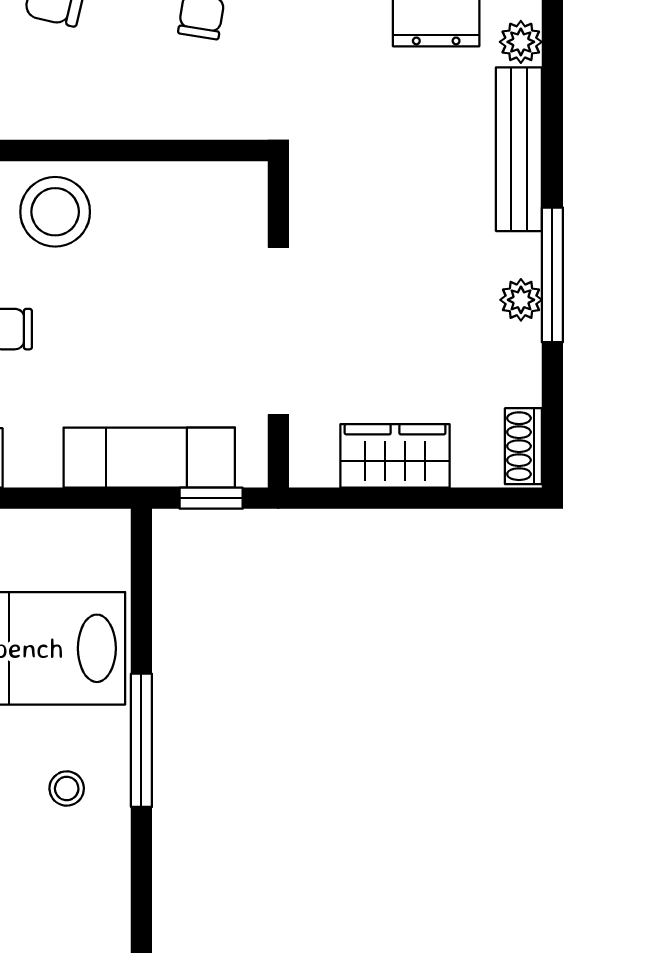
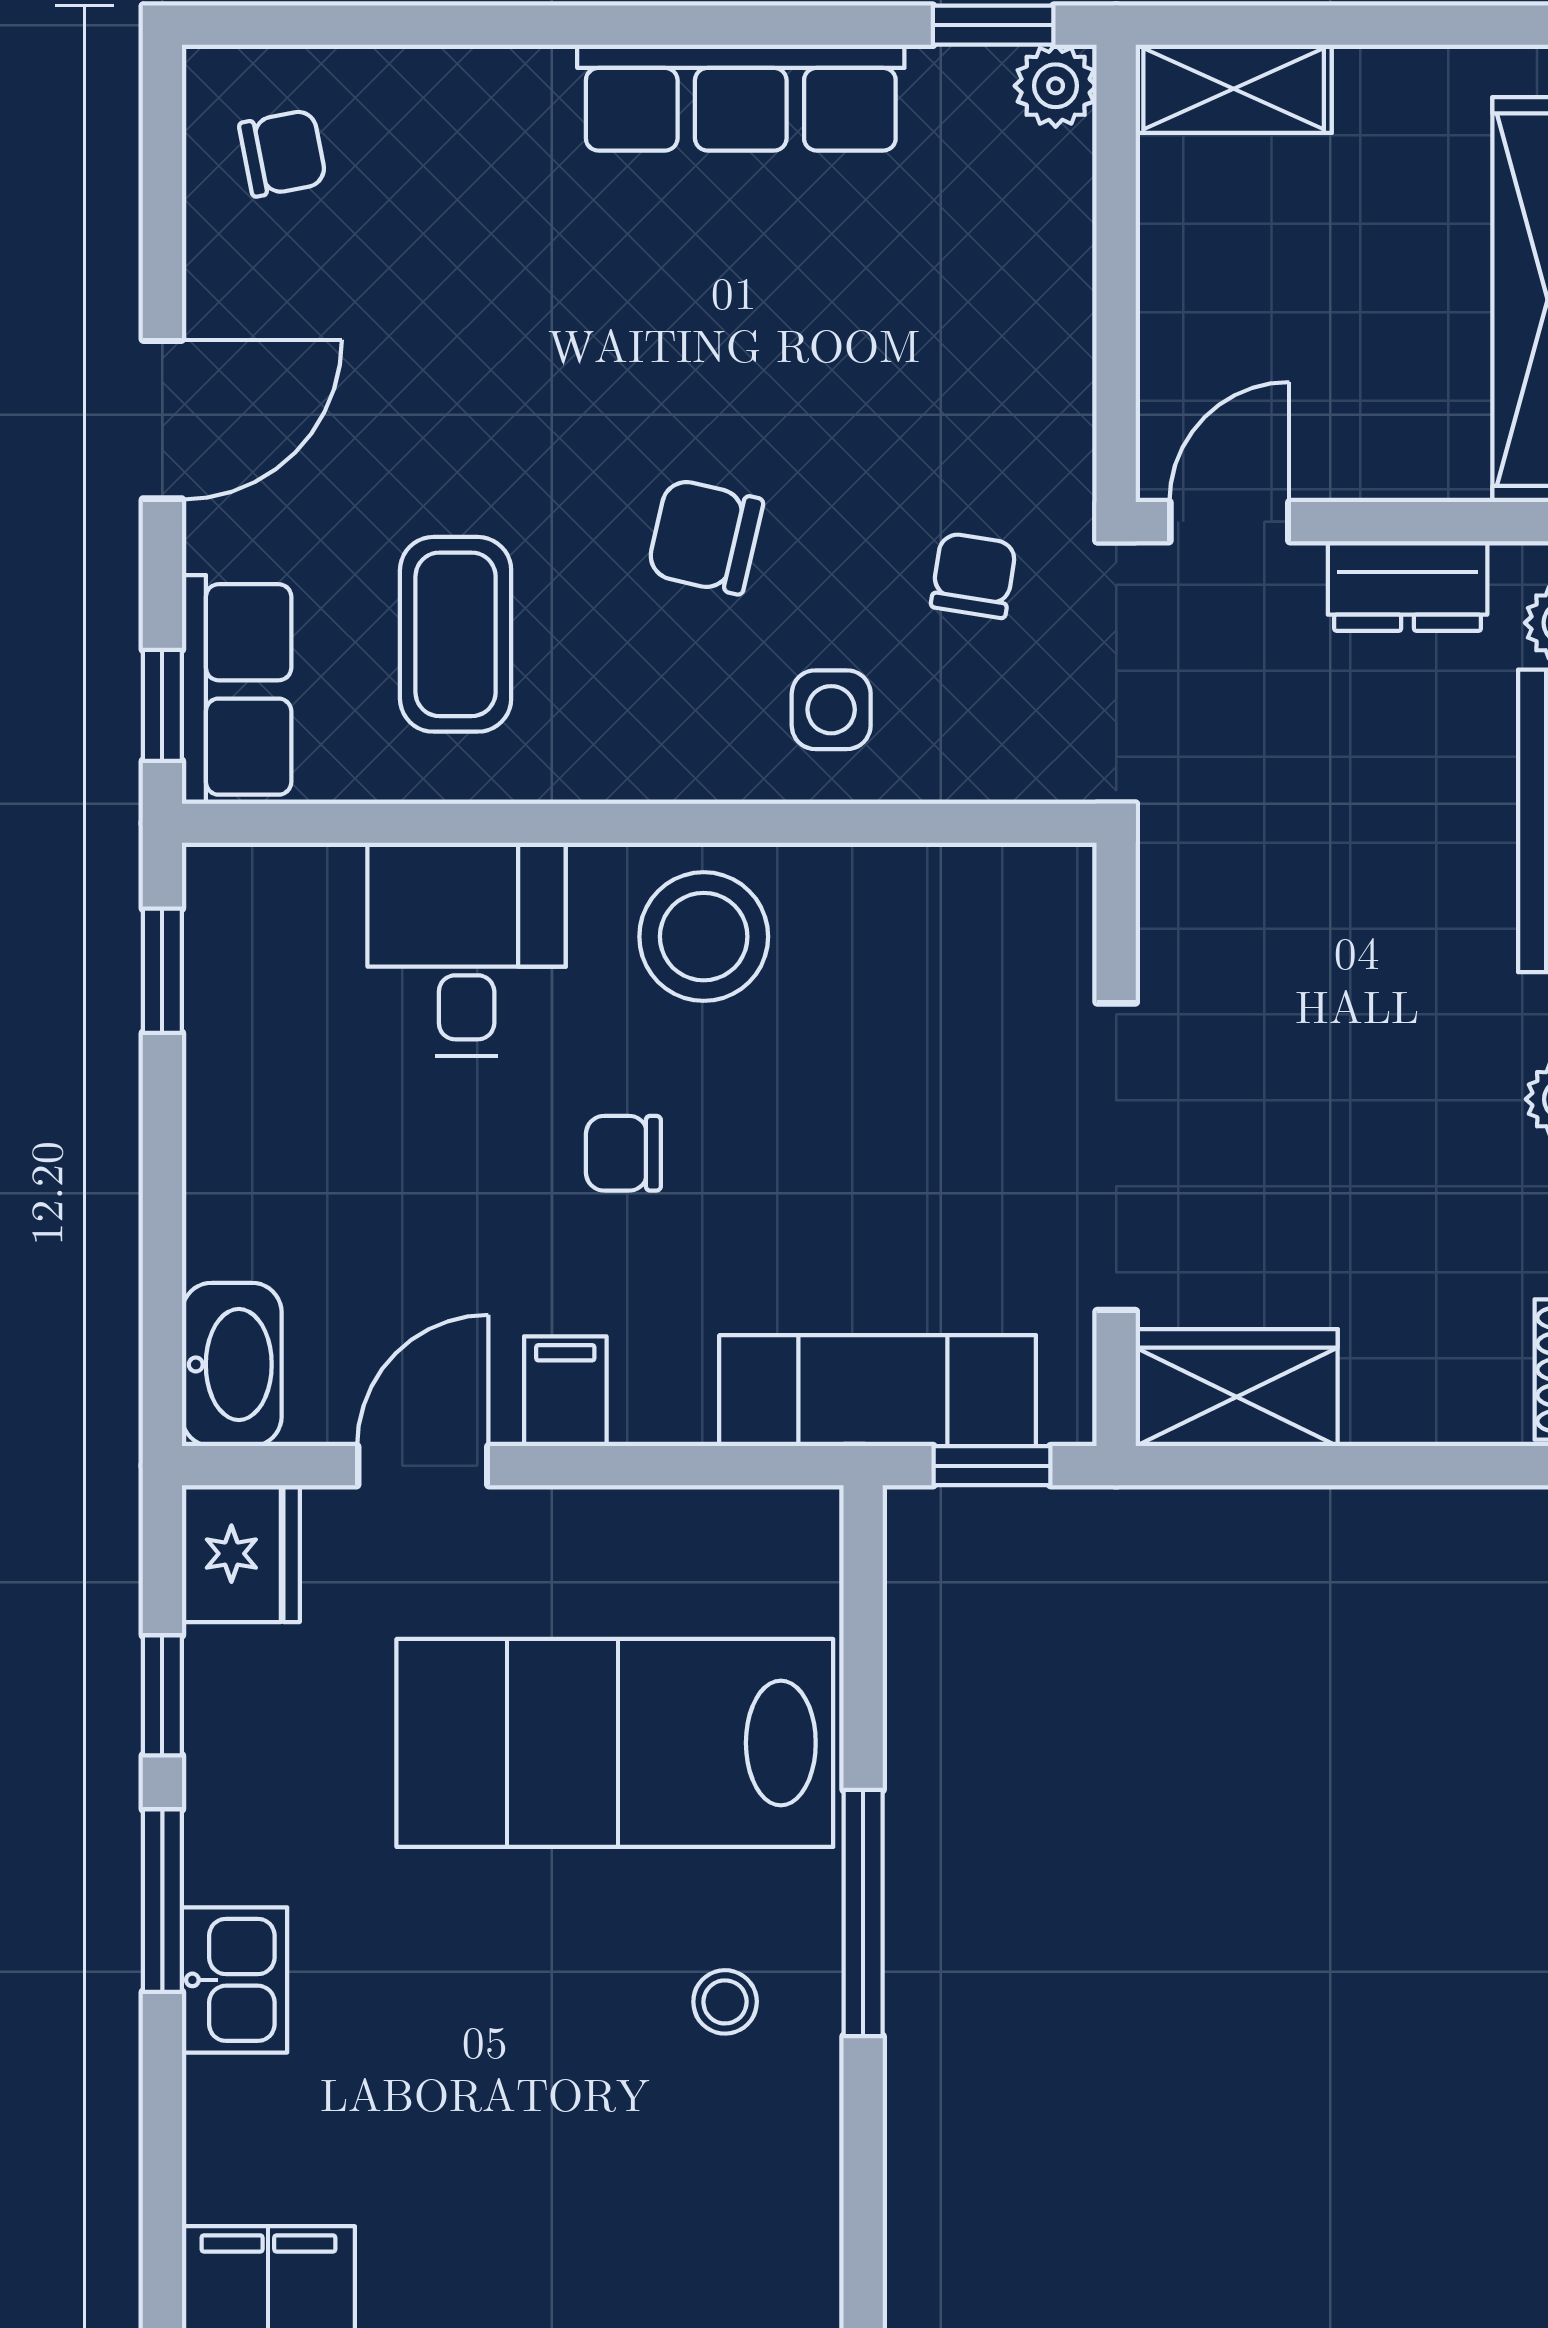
side table: (124, 89) -> (831, 710), added
wardrobe: (395, 456) -> (1237, 1388), moved

